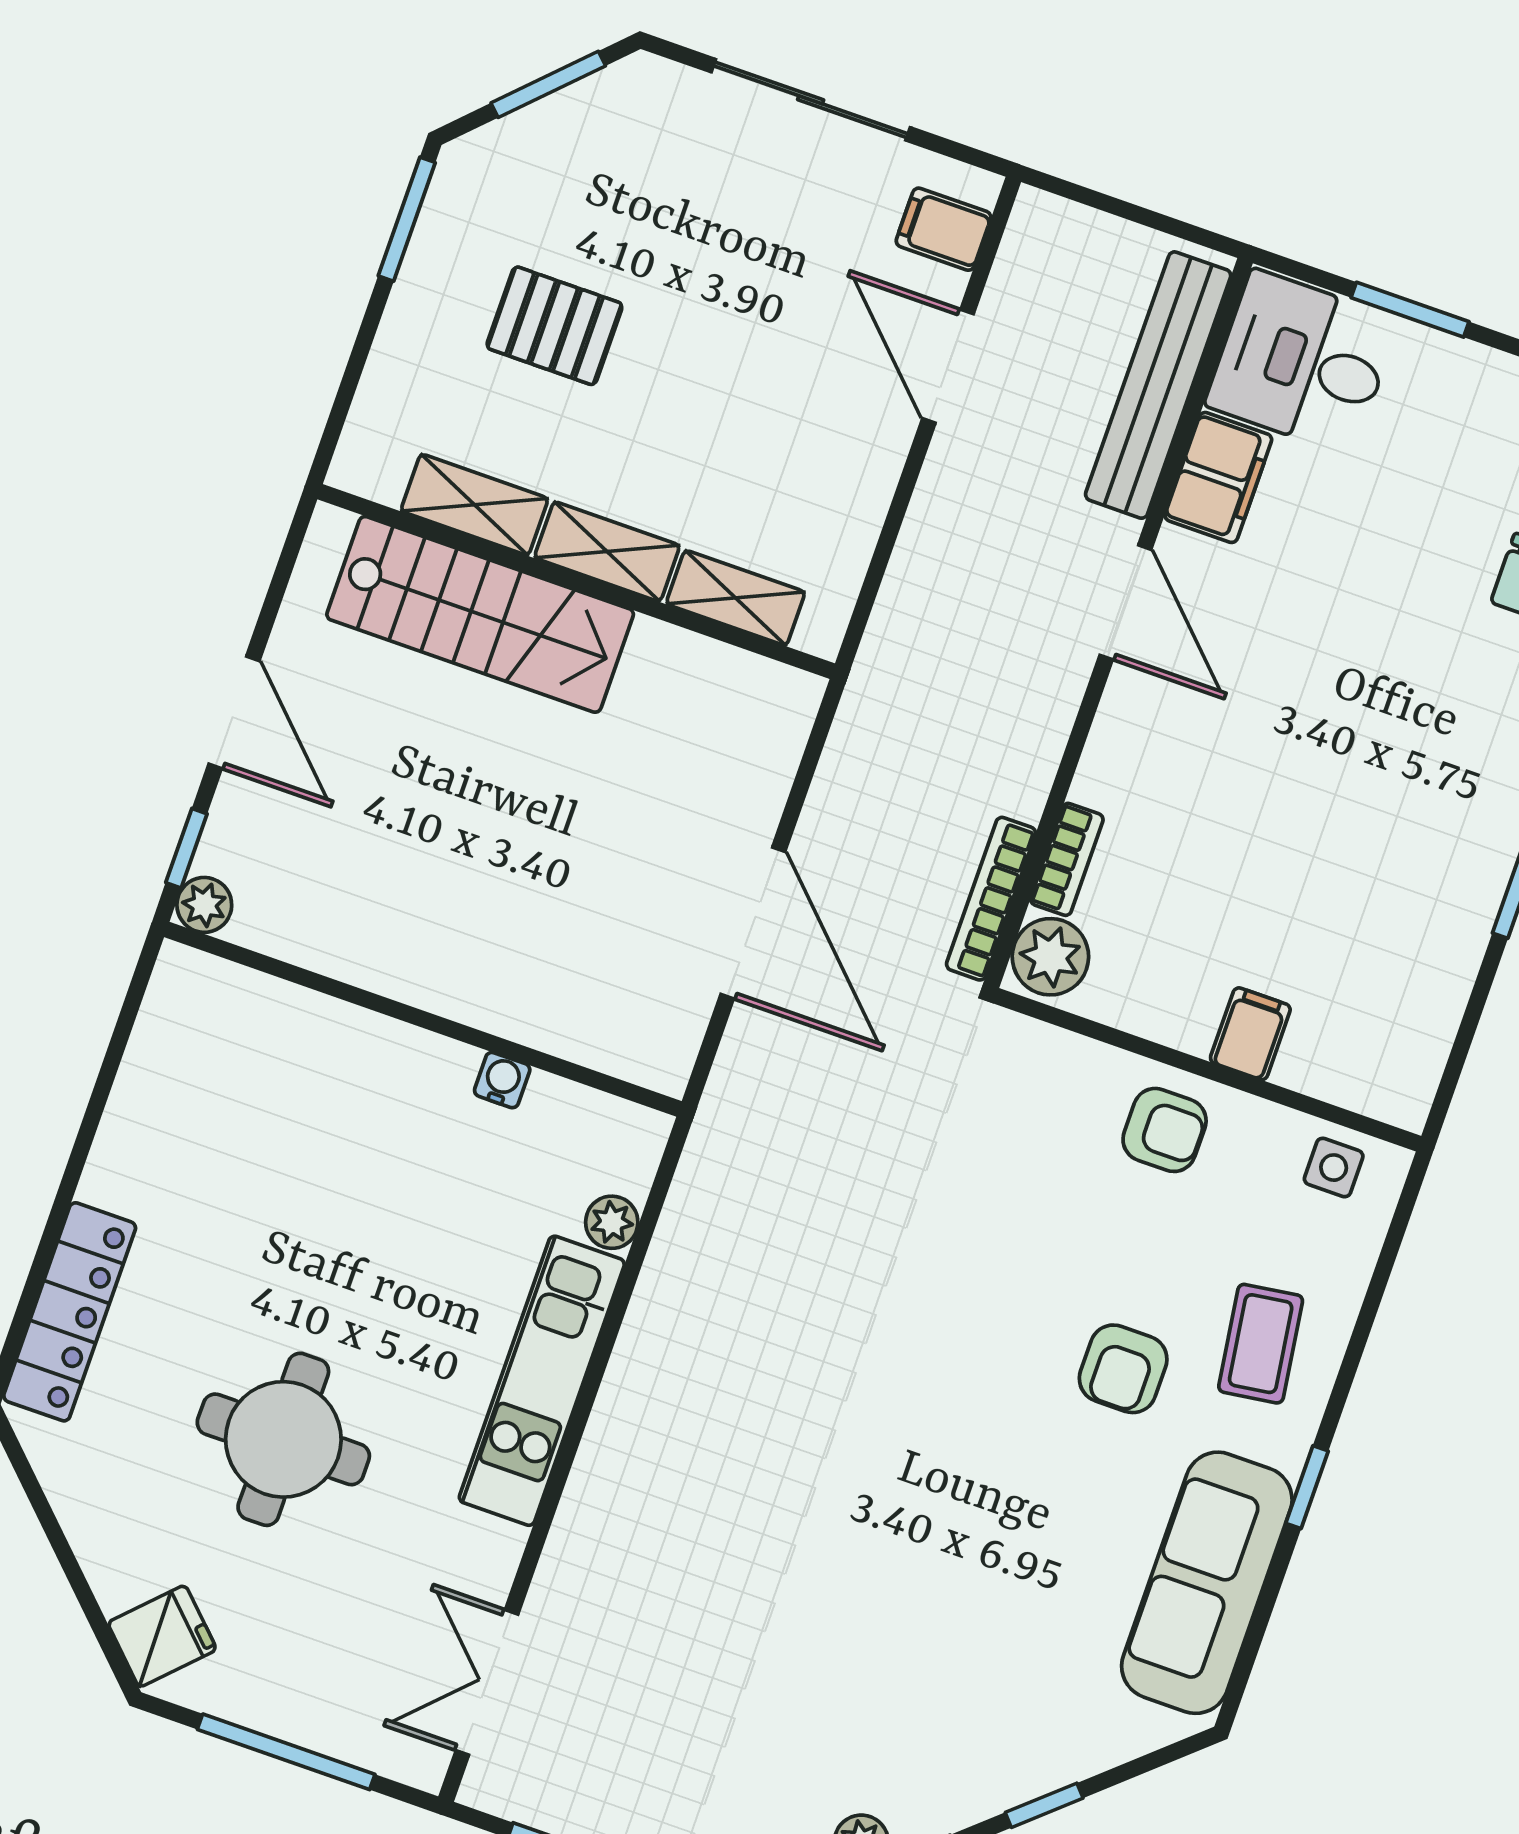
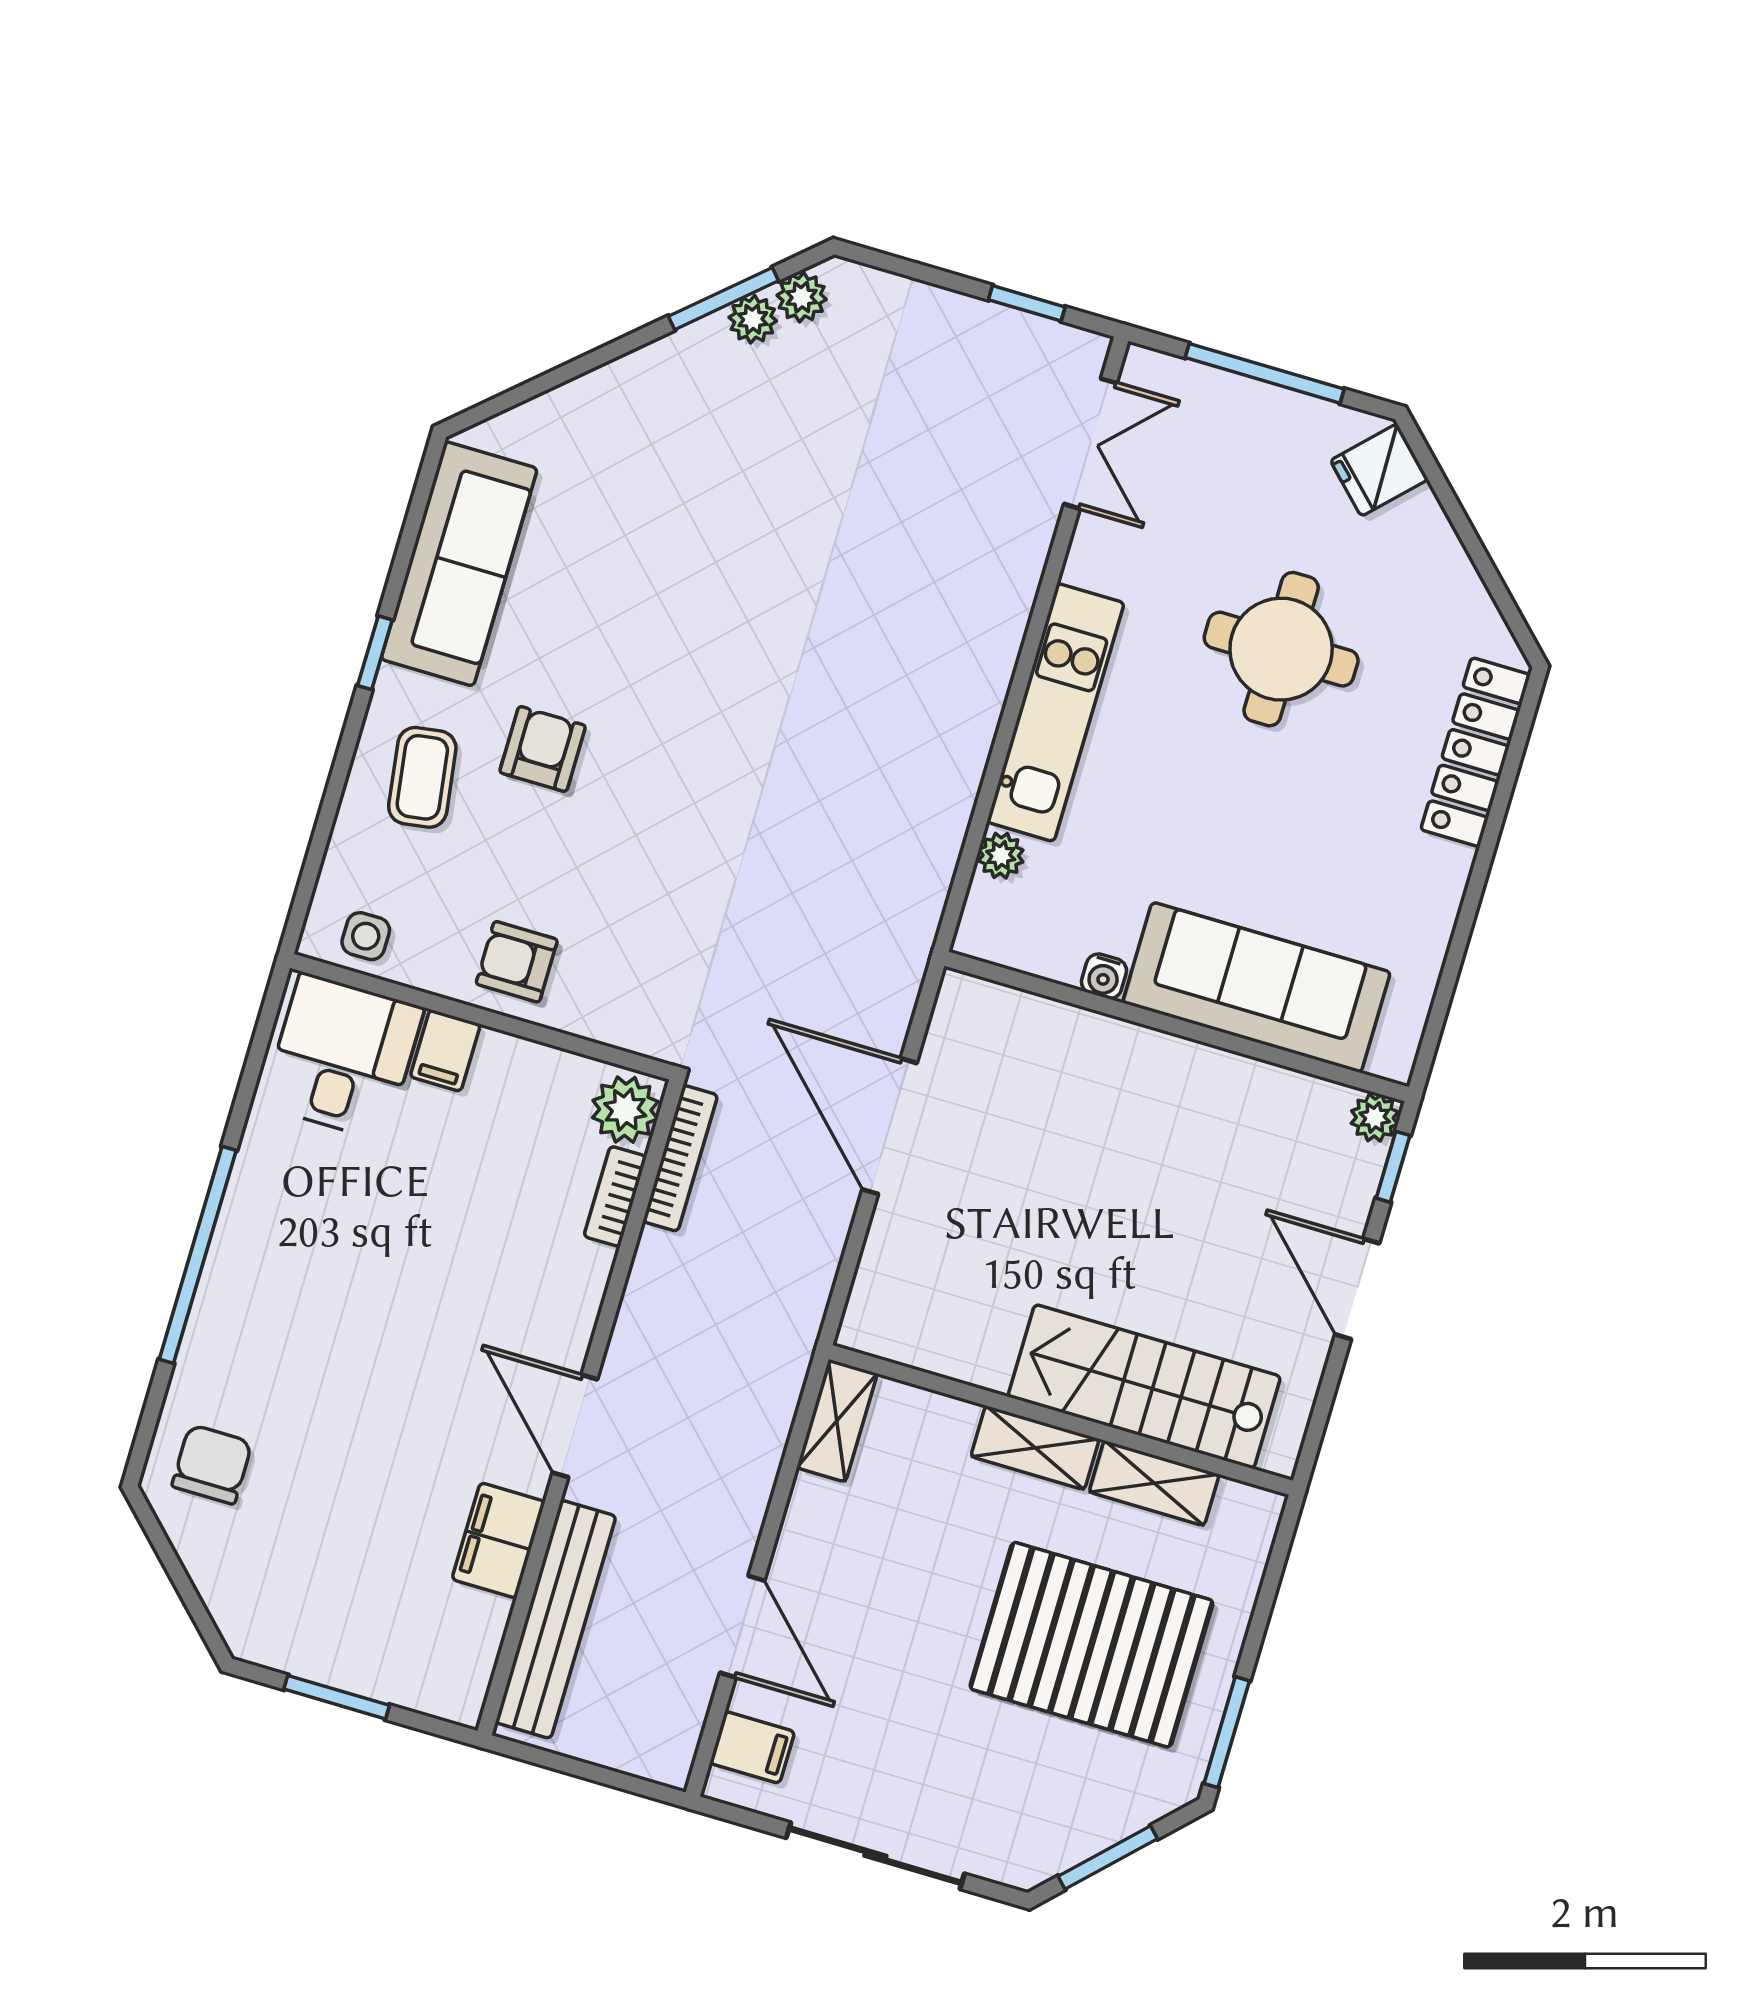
pallet: (554, 326) -> (1091, 1645), width x2.05, depth x2.00
desk: (1302, 362) -> (343, 1057), moved, turned -90
shelving: (736, 598) -> (837, 1421), moved, turned 90
sofa: (330, 1059) -> (1257, 987), added
window: (1044, 1805) -> (593, 360), removed

